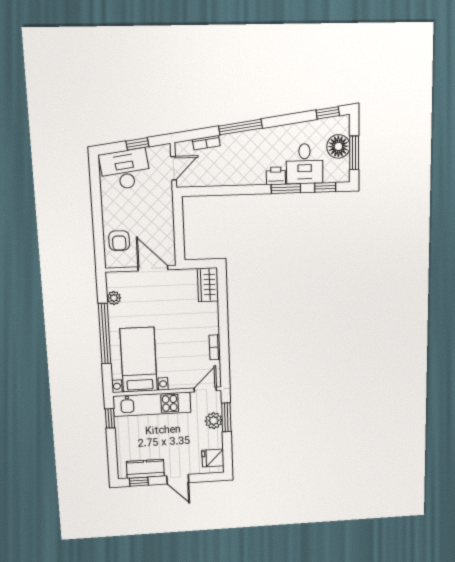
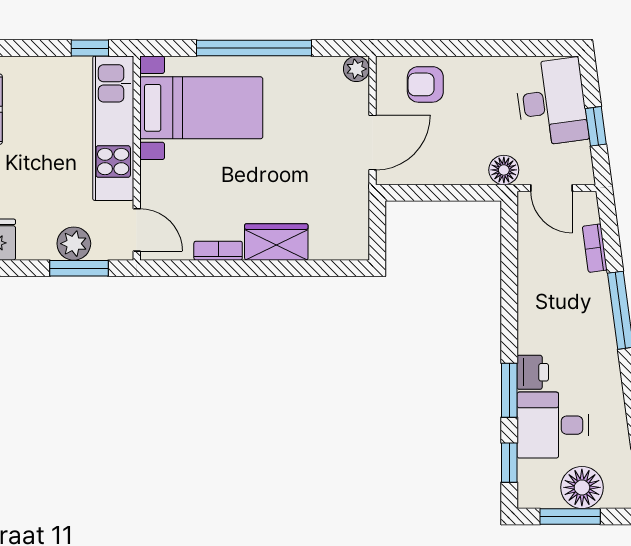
floor lamp: (165, 195) -> (504, 170), added
wardrobe: (208, 285) -> (276, 242), moved
plant: (114, 298) -> (356, 69), moved

